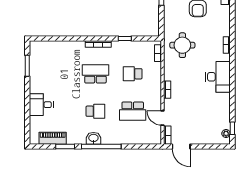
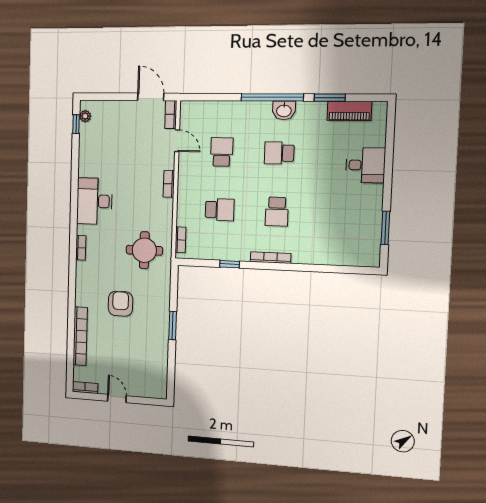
school desk: (95, 74) -> (277, 212), width x0.54
school desk: (133, 111) -> (222, 152), width x0.54

